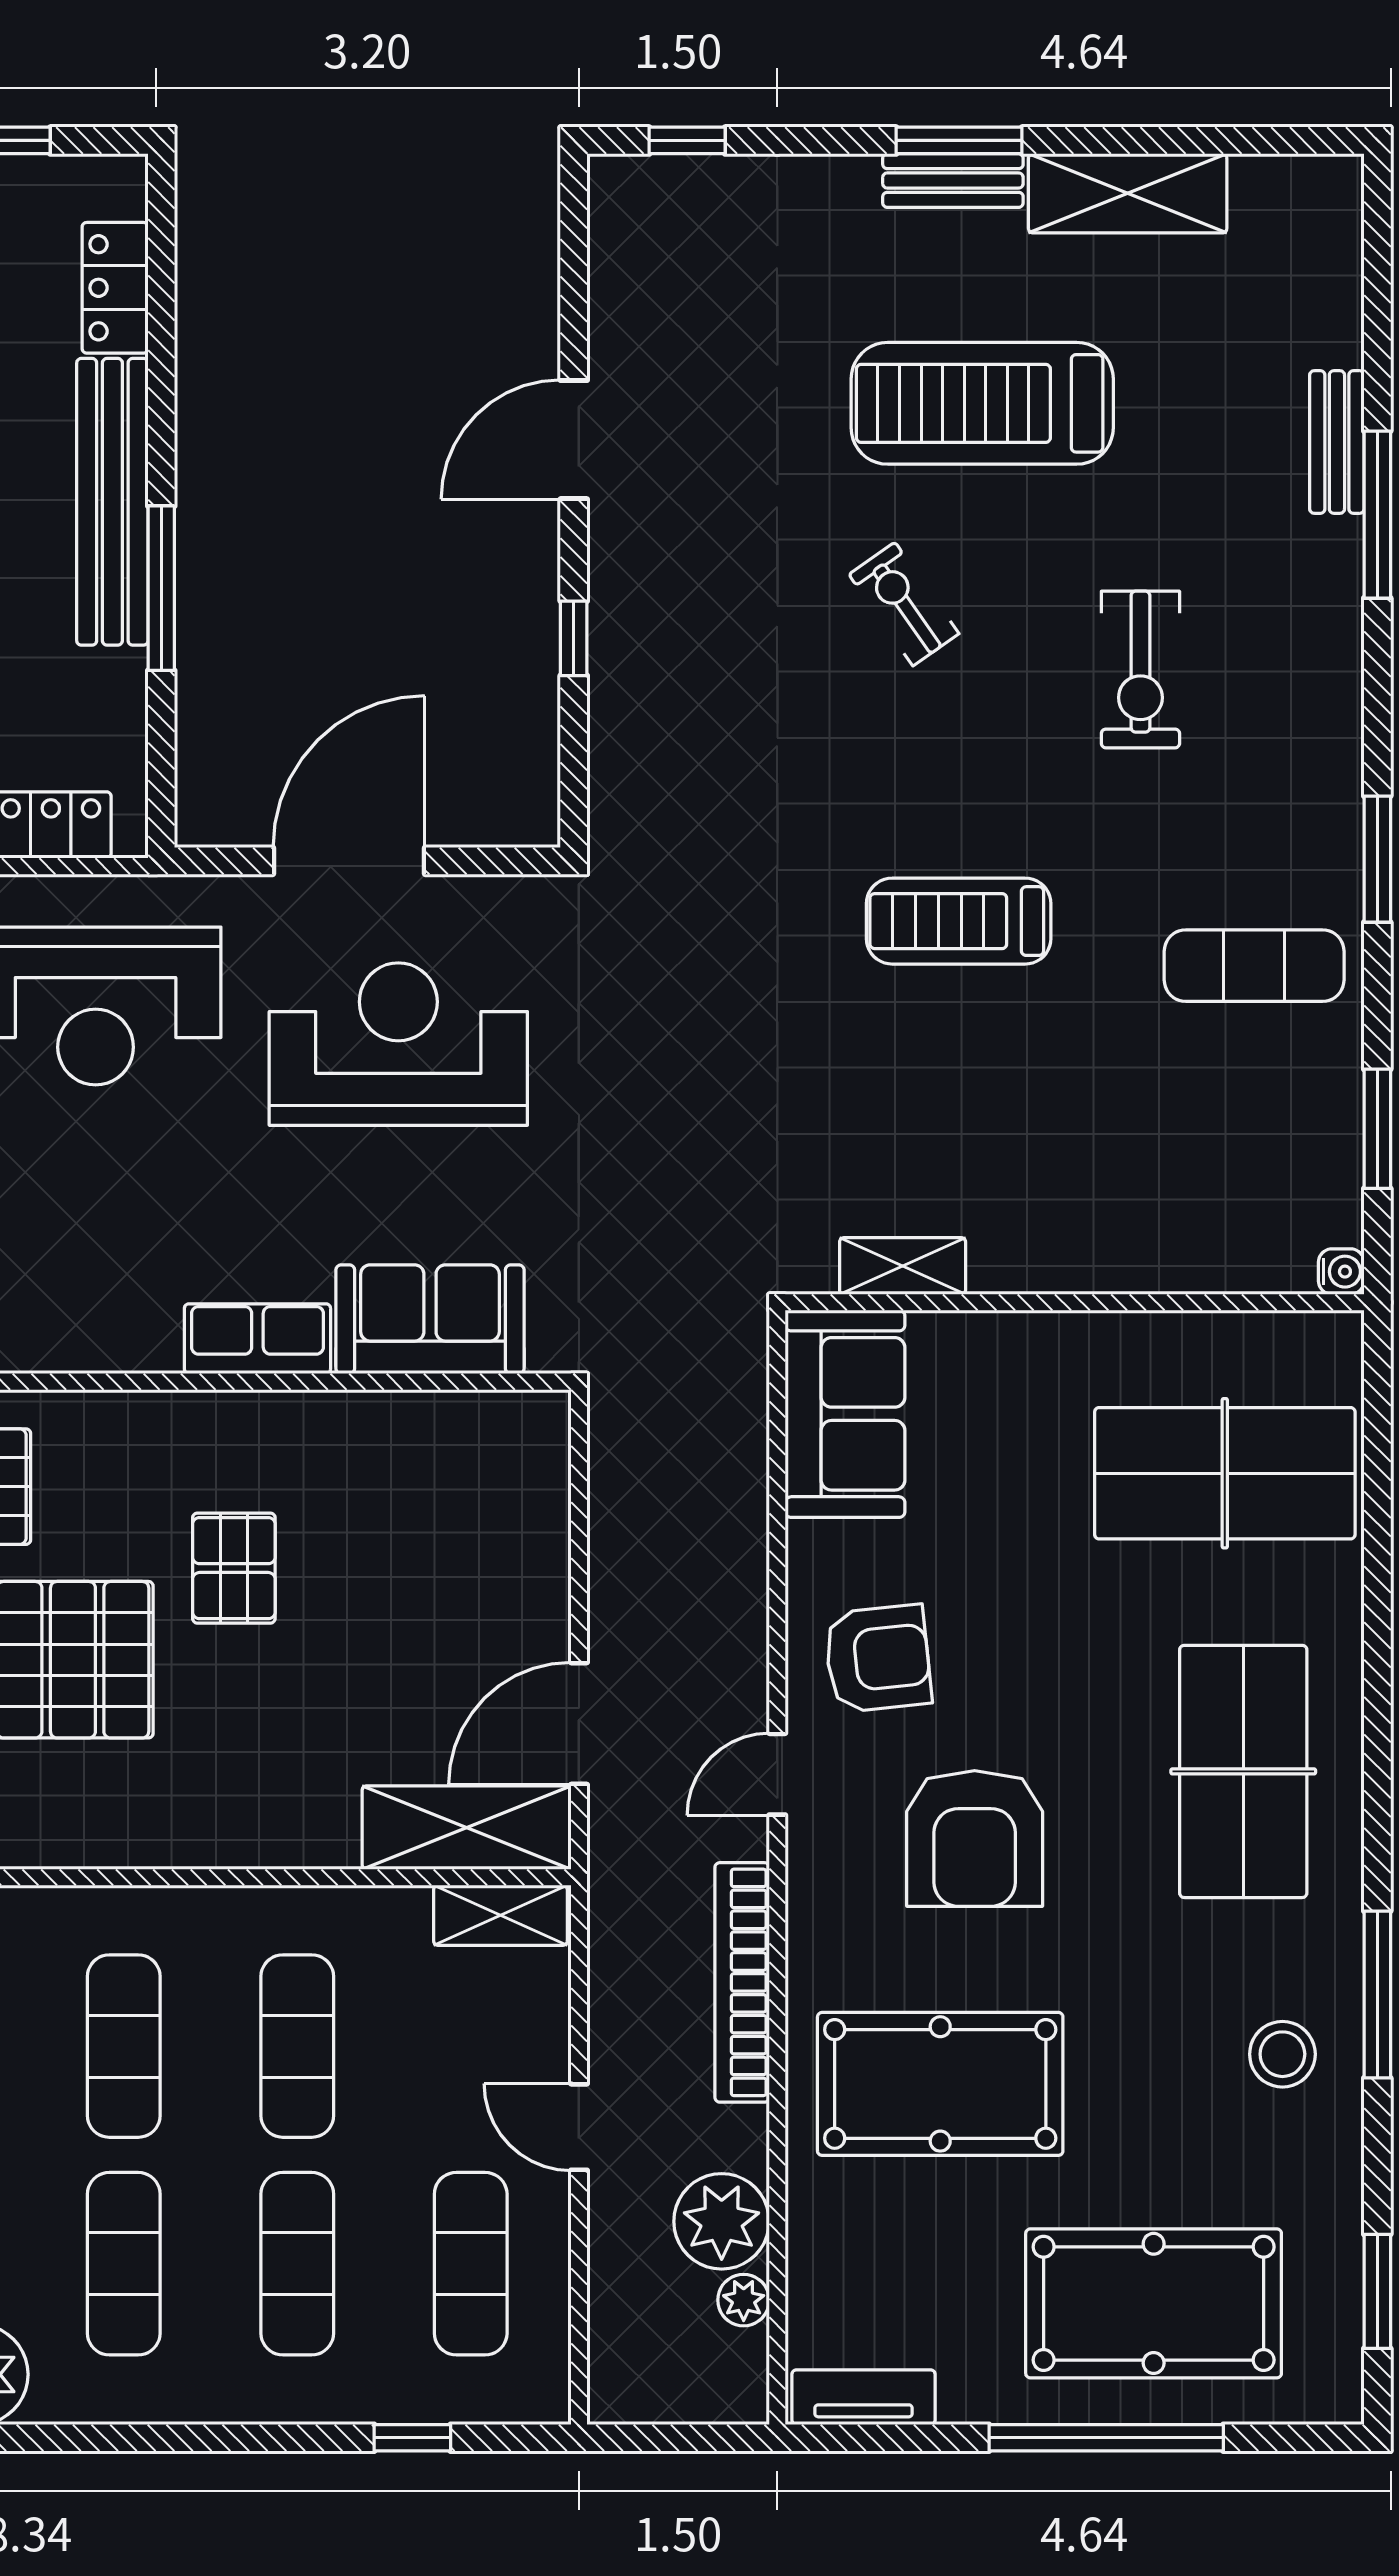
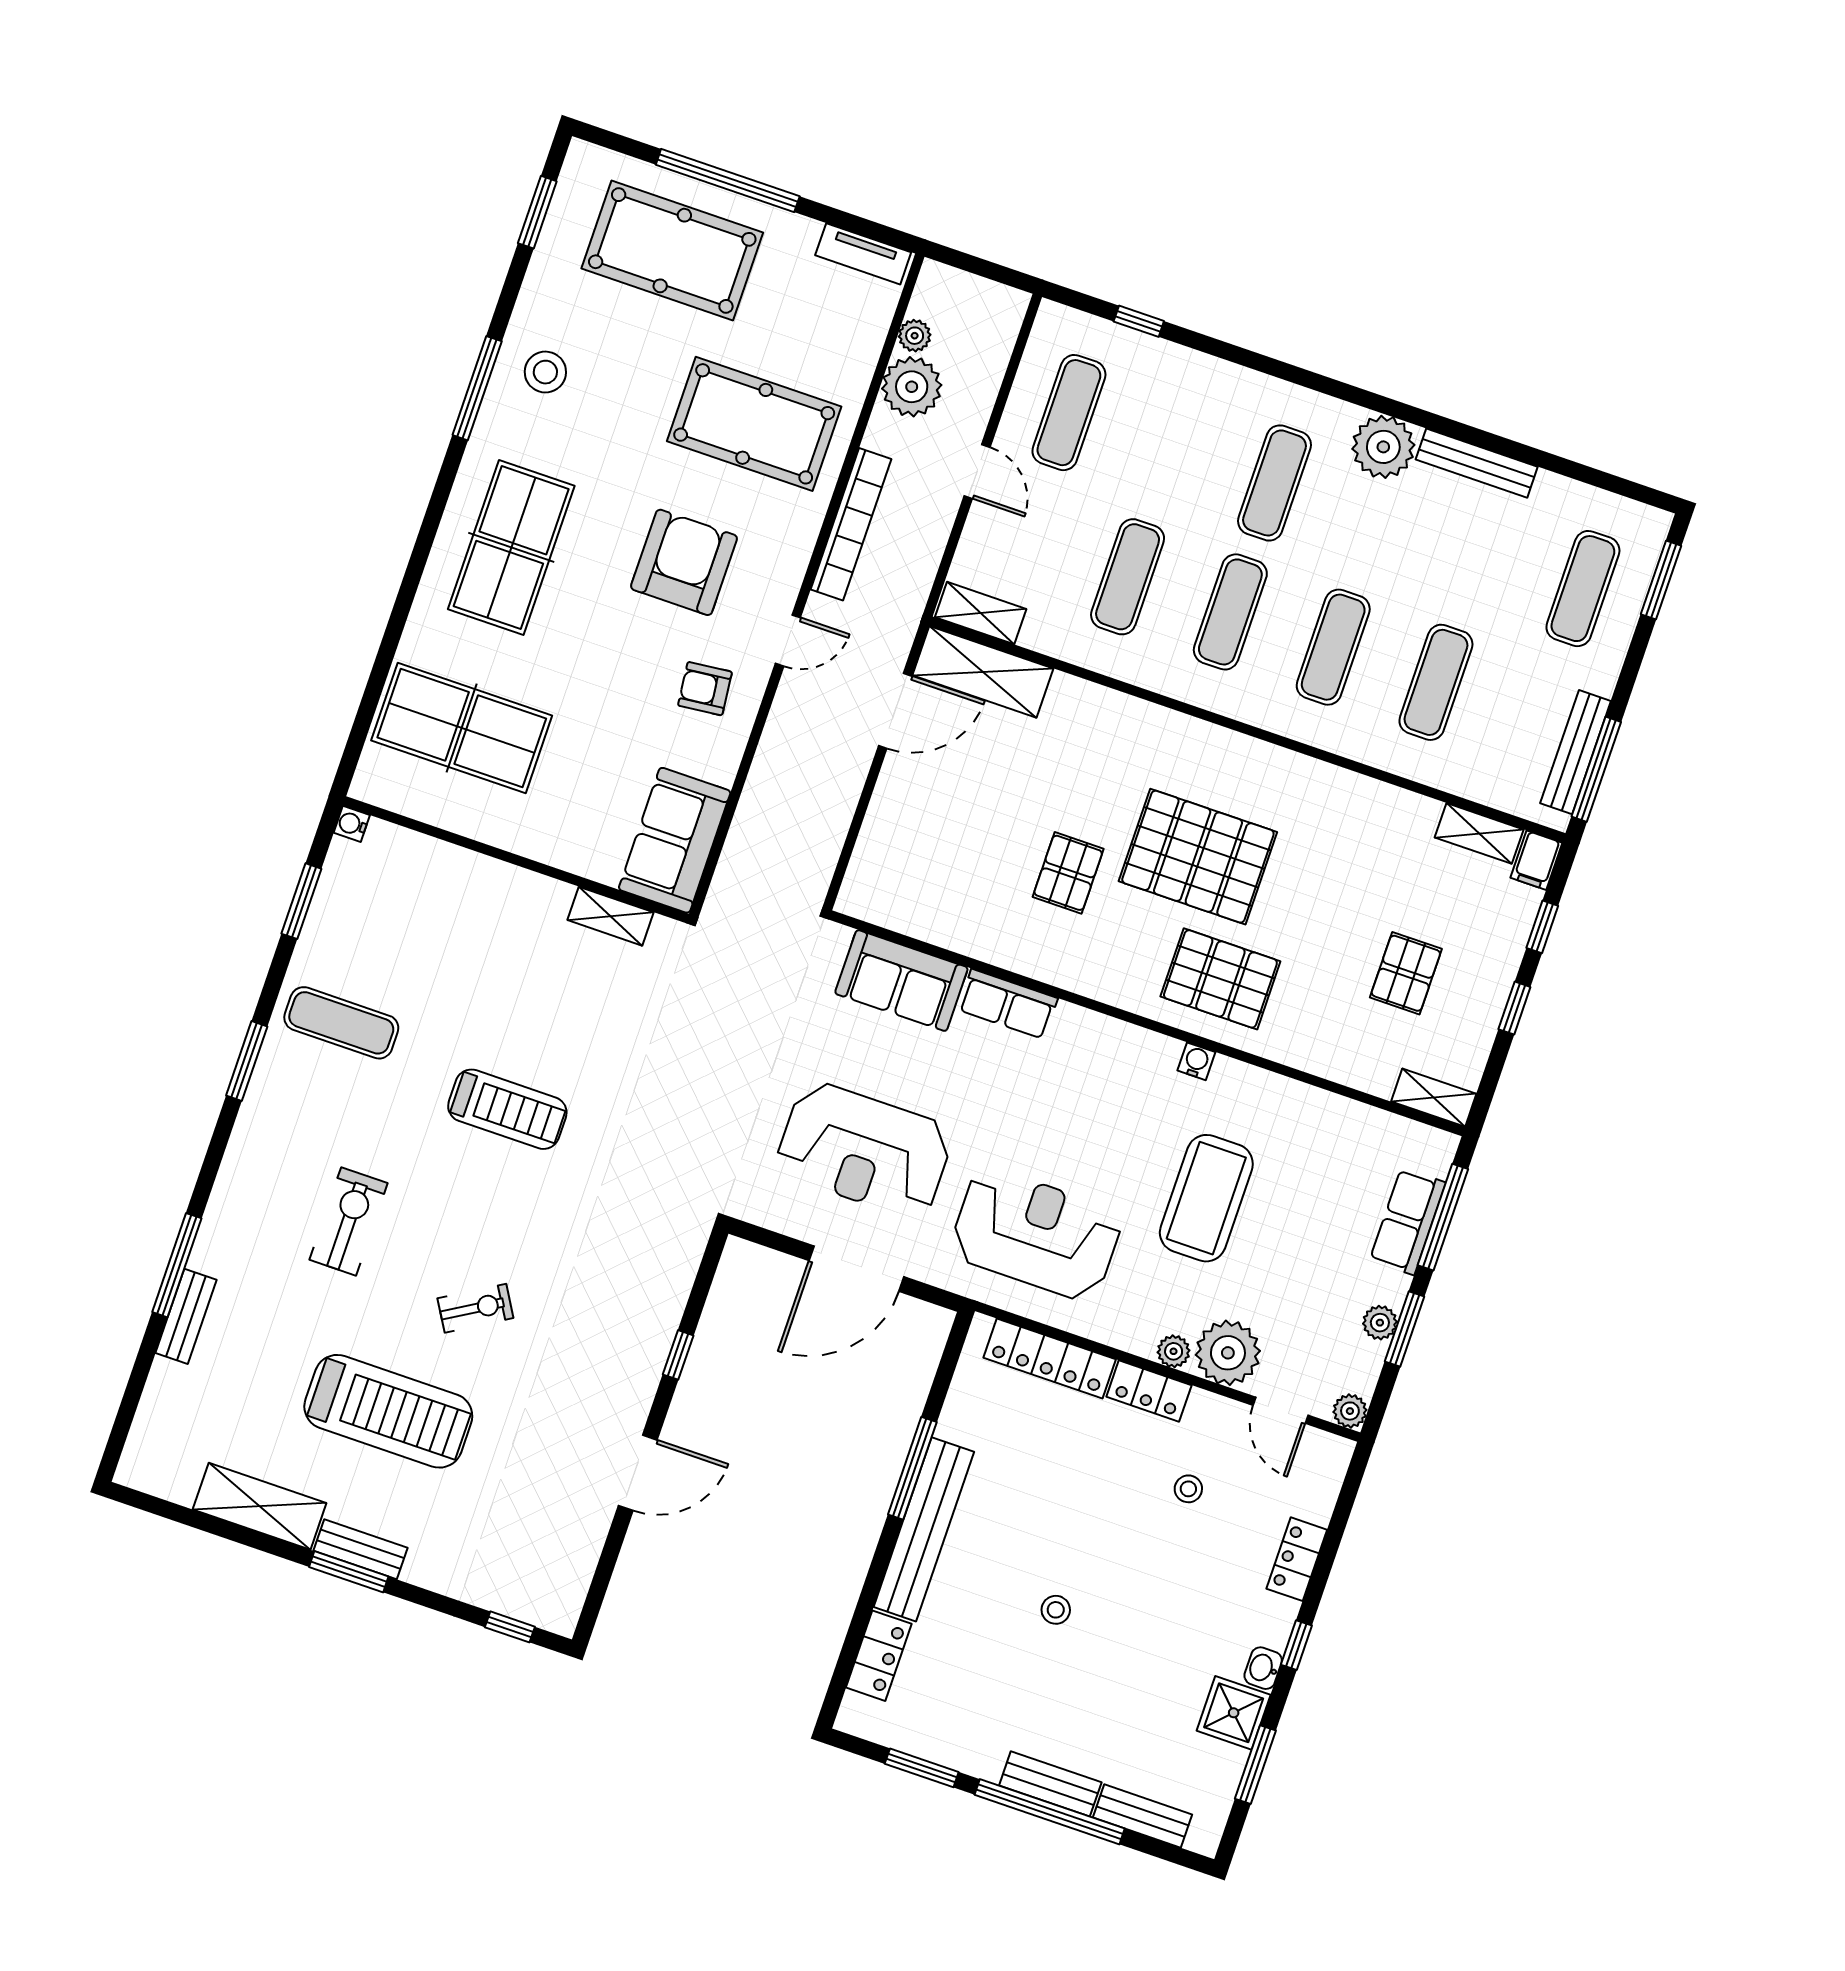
exercise bike: (904, 604) -> (475, 1308), turned -86
armchair: (878, 1659) -> (705, 689), width x0.72, depth x0.72
exercise mat: (297, 2264) -> (1172, 448), removed

